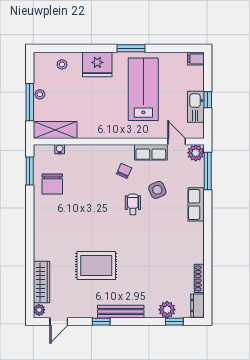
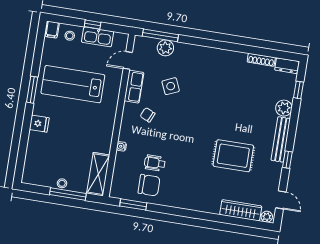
stool: (62, 64) -> (70, 36), moved
fridge: (97, 64) -> (39, 124), width x0.53, depth x0.75
water cooler: (60, 149) -> (121, 146), moved
plant: (196, 153) -> (165, 48), moved
wheelchair: (133, 204) -> (155, 163), moved
row of seats: (196, 204) -> (190, 52), removed
rug: (96, 266) -> (233, 156), turned 90
plant: (167, 310) -> (284, 108), moved

